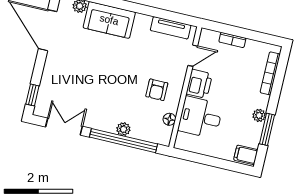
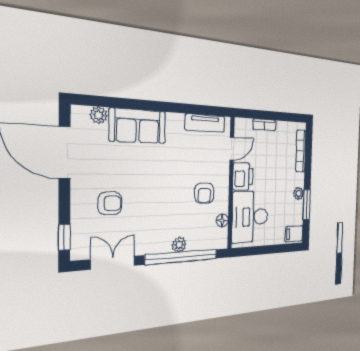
armchair: (73, 78) -> (110, 203), added
desk: (200, 117) -> (250, 217), width x1.37

